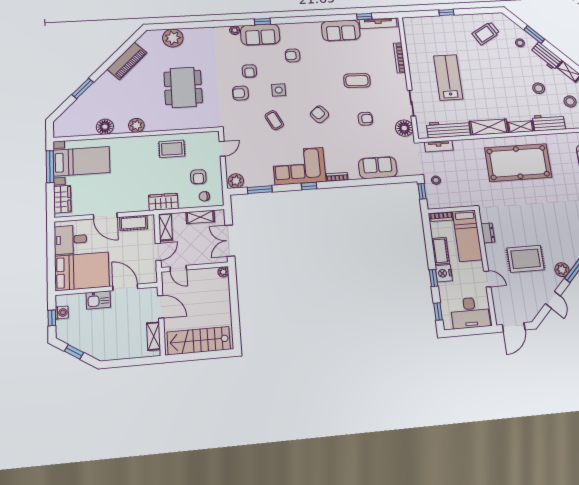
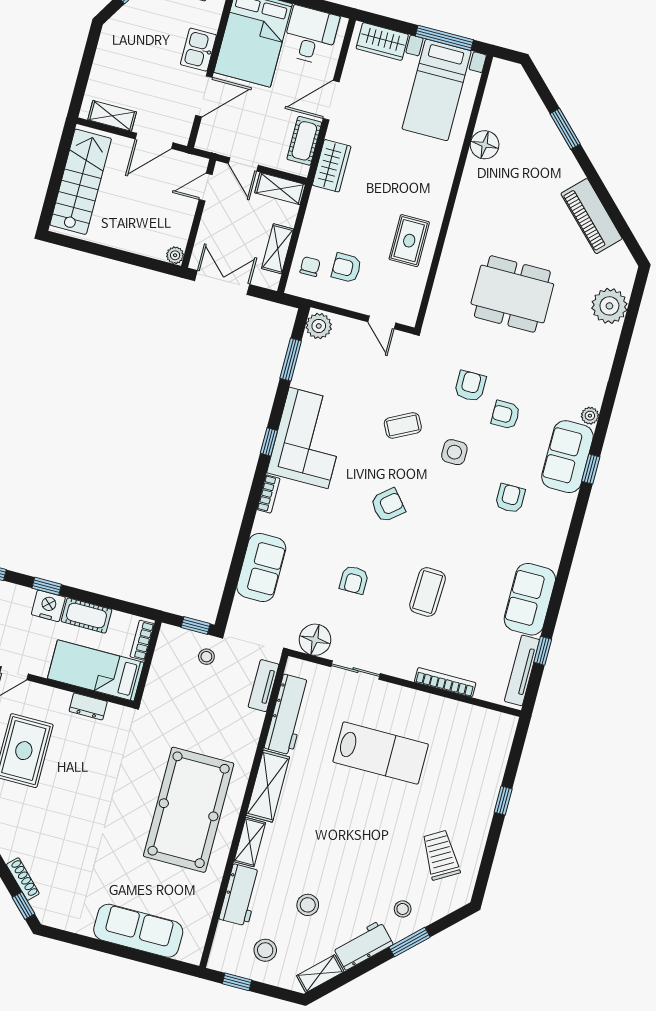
plant: (136, 125) -> (470, 196), removed
wardrobe: (163, 202) -> (332, 166), moved

